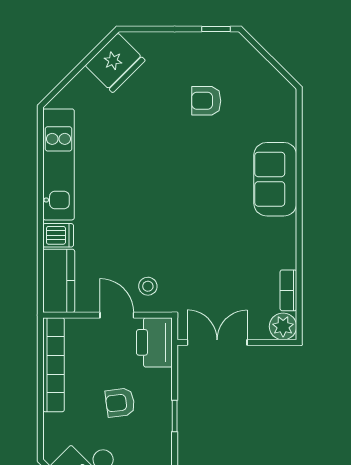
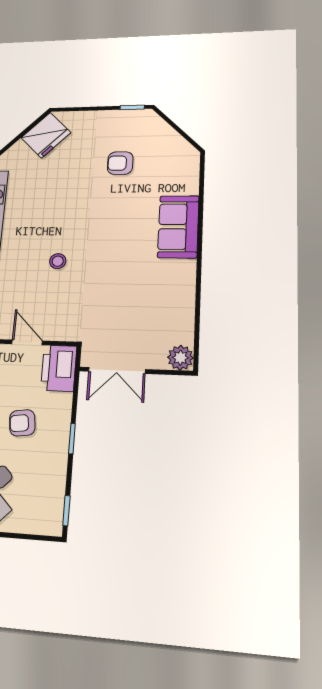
stool: (148, 286) -> (58, 261), moved
bookcase: (288, 290) -> (187, 324), removed
double door: (217, 342) -> (117, 370), swing flipped

